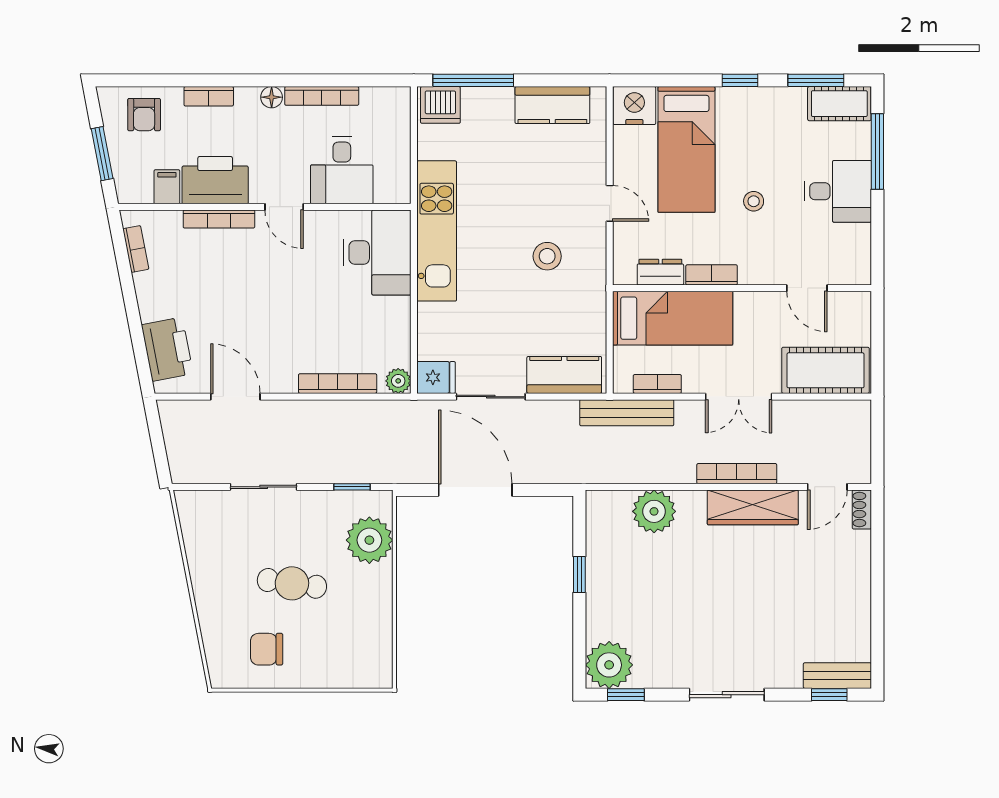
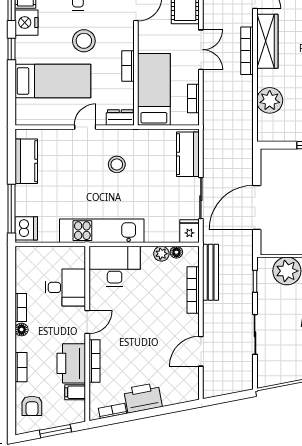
bookcase: (322, 96) -> (21, 307), width x0.64
nightstand: (634, 106) -> (27, 23), moved
armchair: (144, 115) -> (32, 406), turned 90
stool: (754, 201) -> (84, 41), width x1.89, depth x1.89
dresser: (660, 272) -> (120, 117), moved, turned 90
printer: (167, 349) -> (143, 398), moved
floor lamp: (401, 356) -> (176, 252), added
plant: (398, 381) -> (161, 254), moved
bench: (627, 413) -> (211, 272), moved

